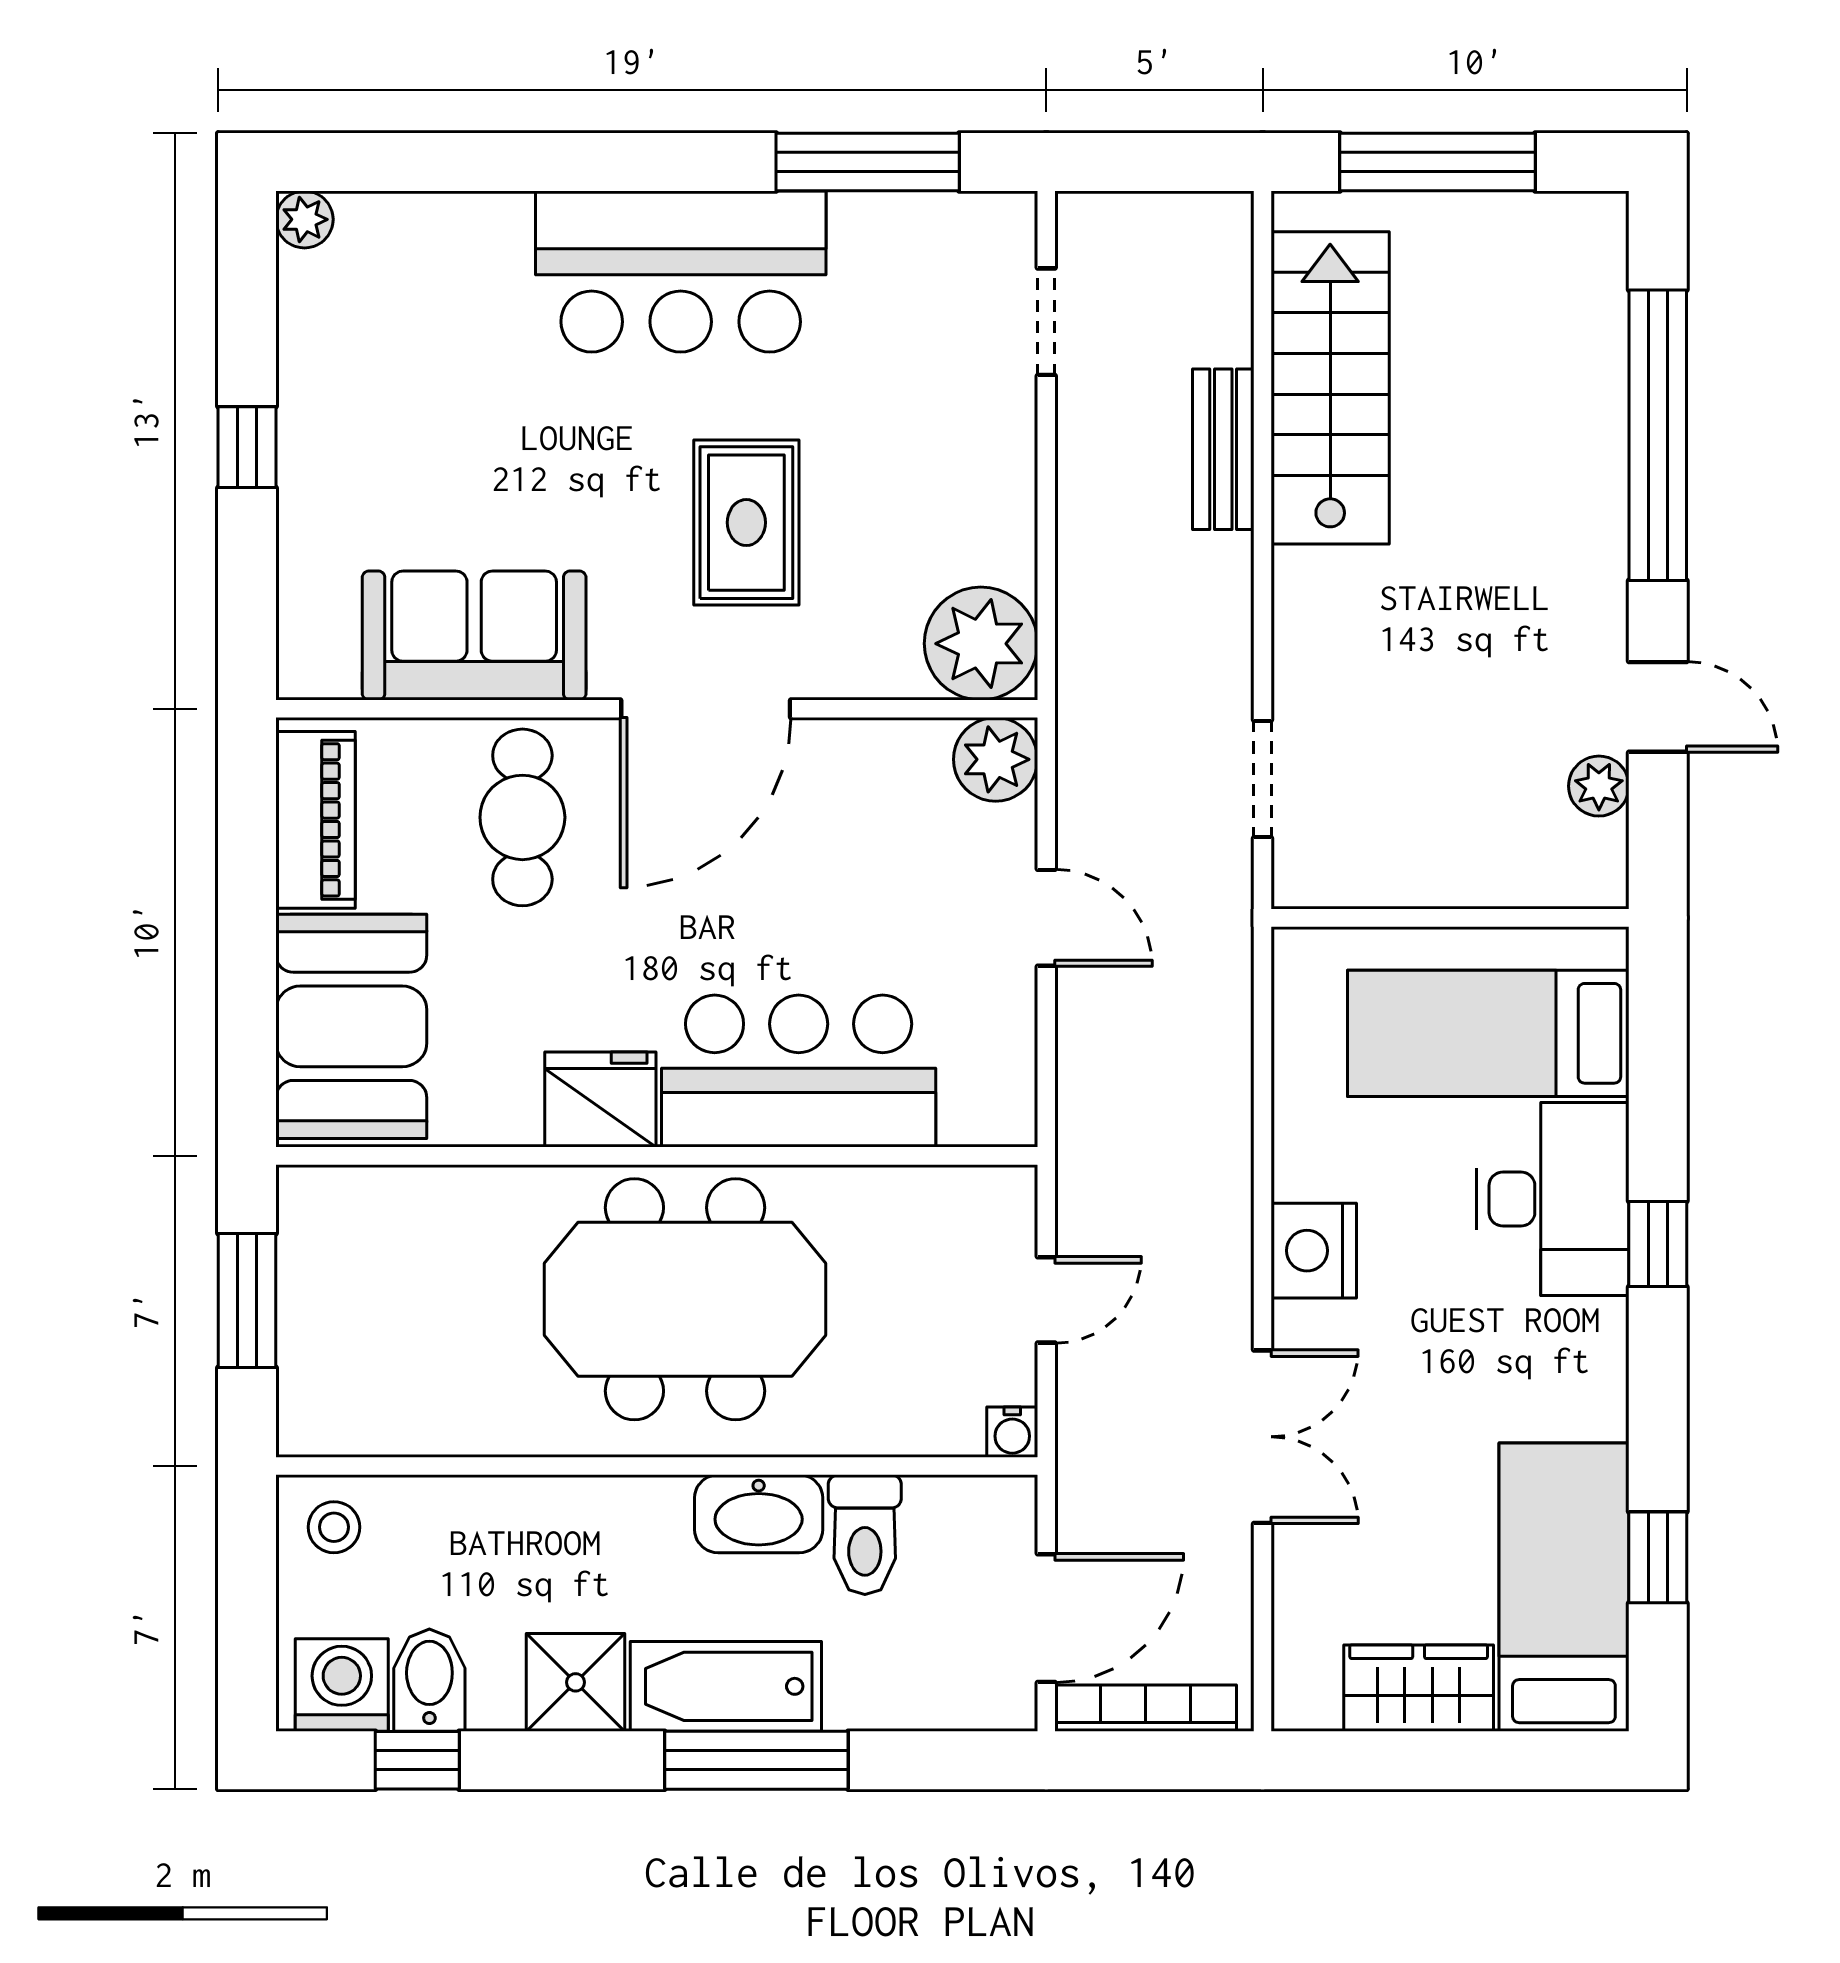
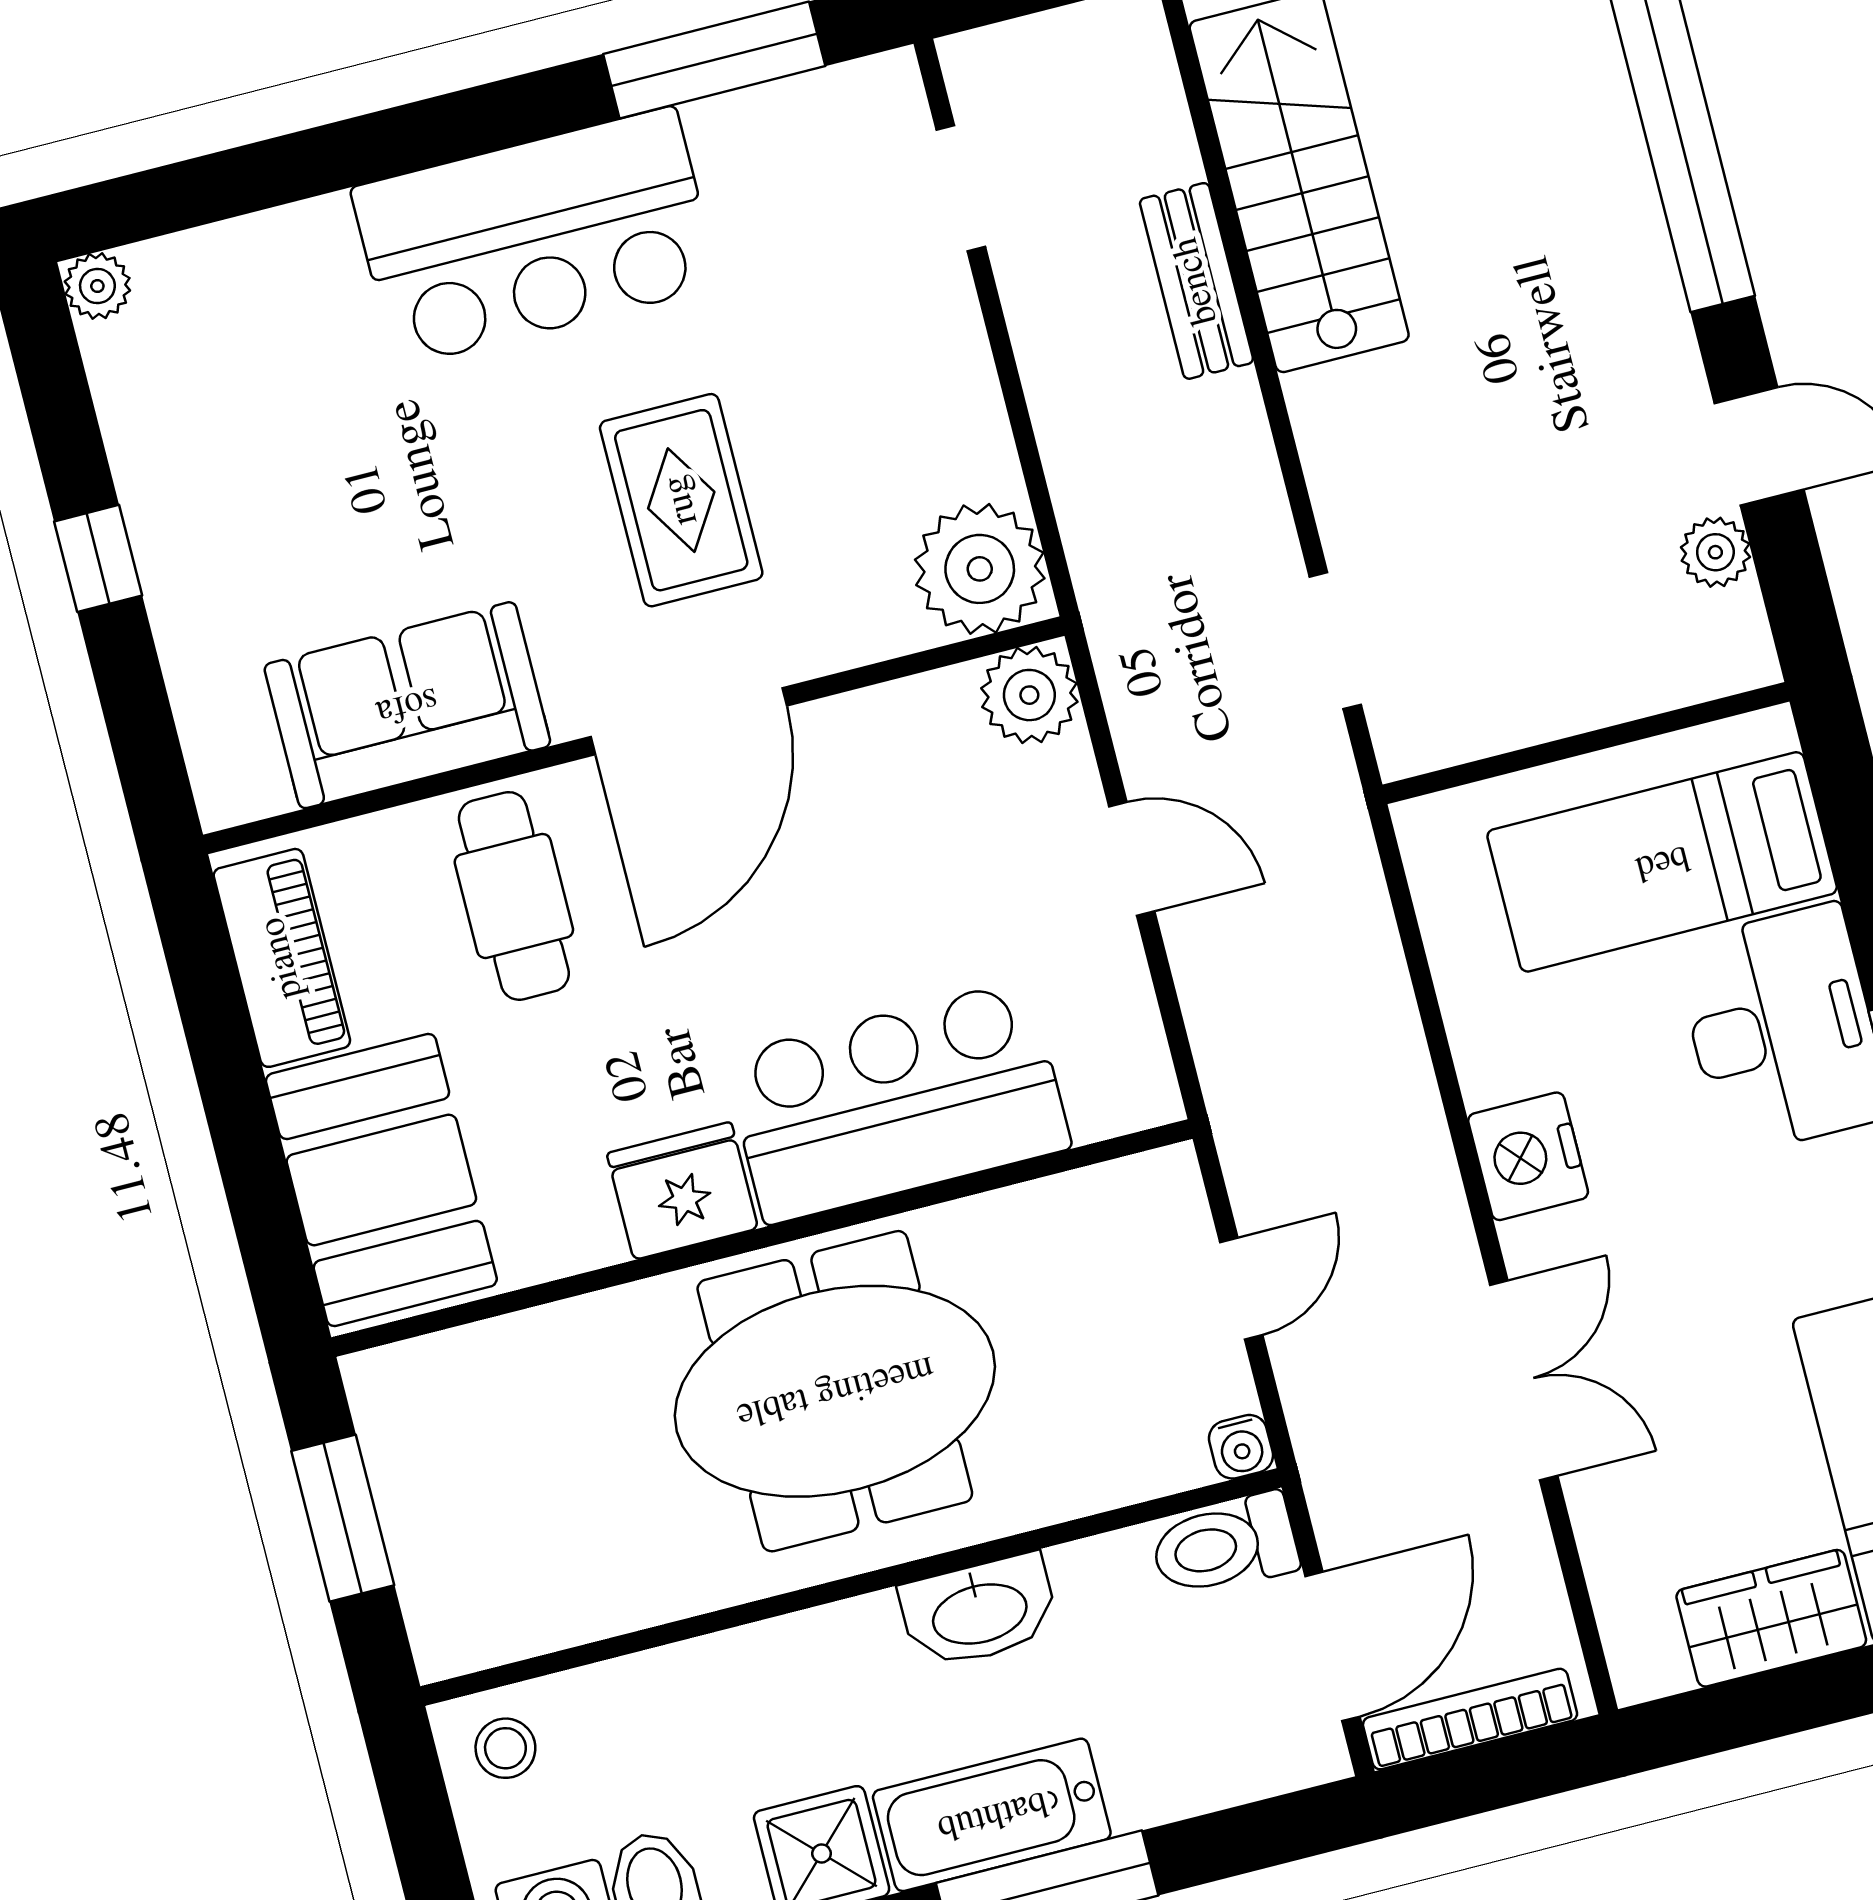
toilet: (865, 1535) -> (1225, 1546), moved, turned 90

